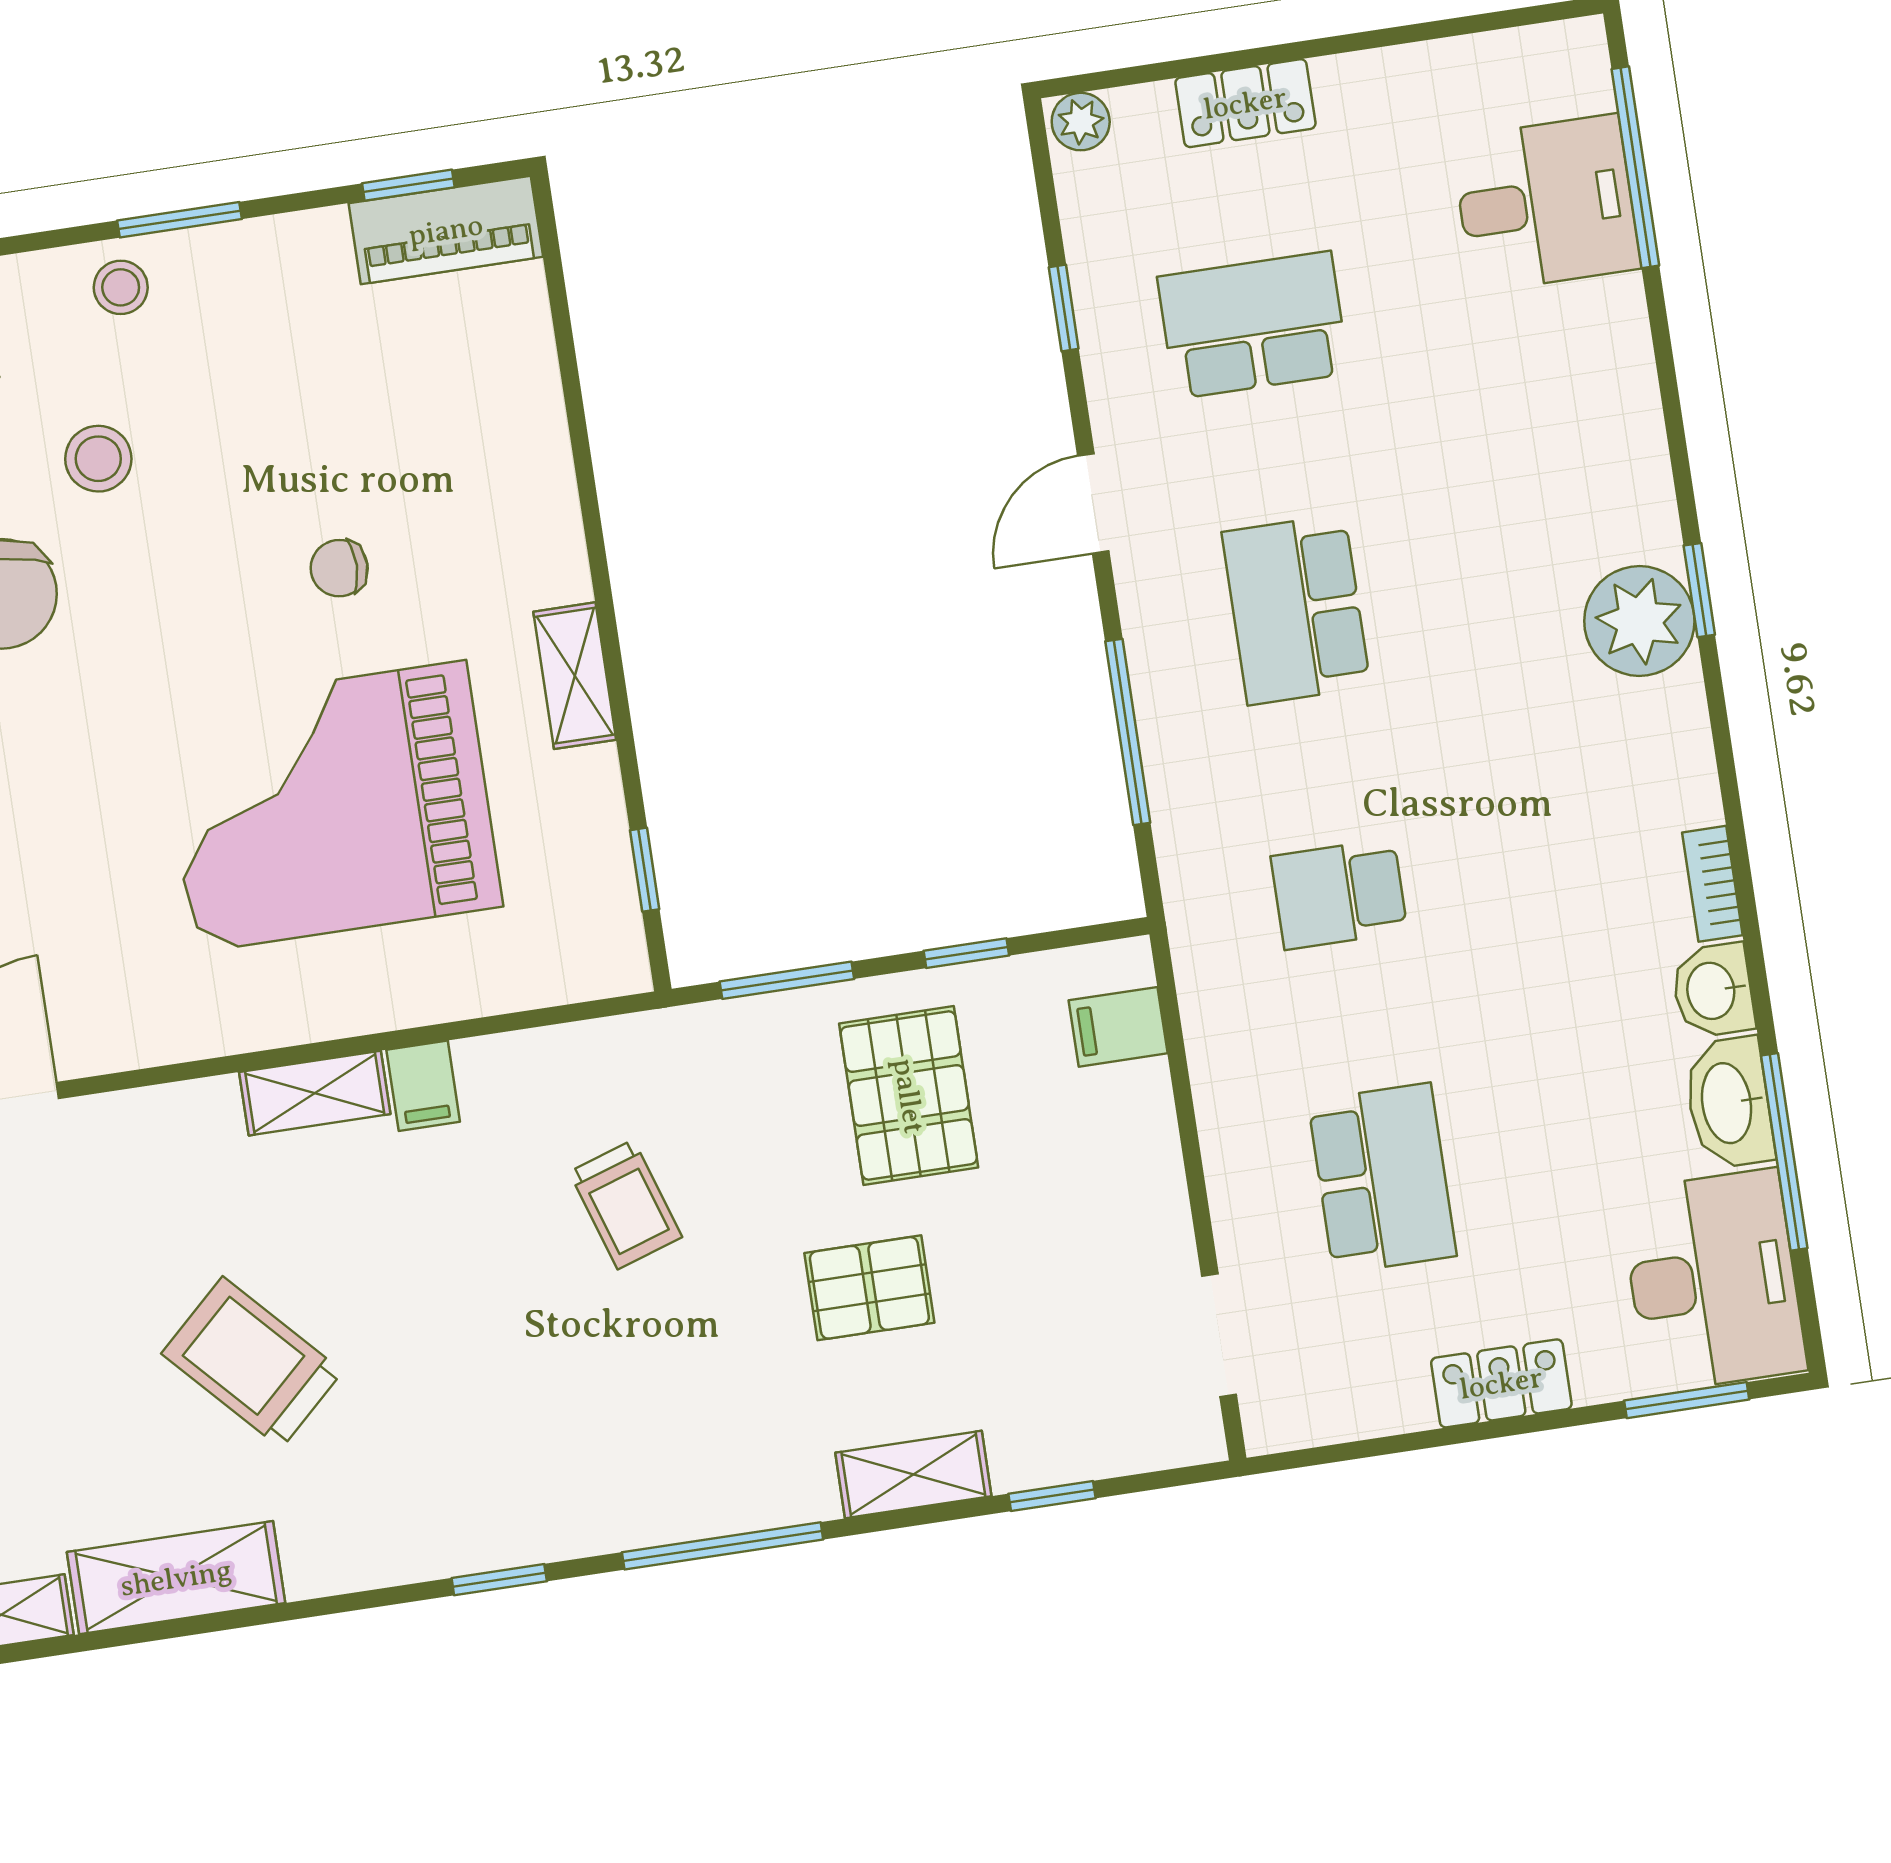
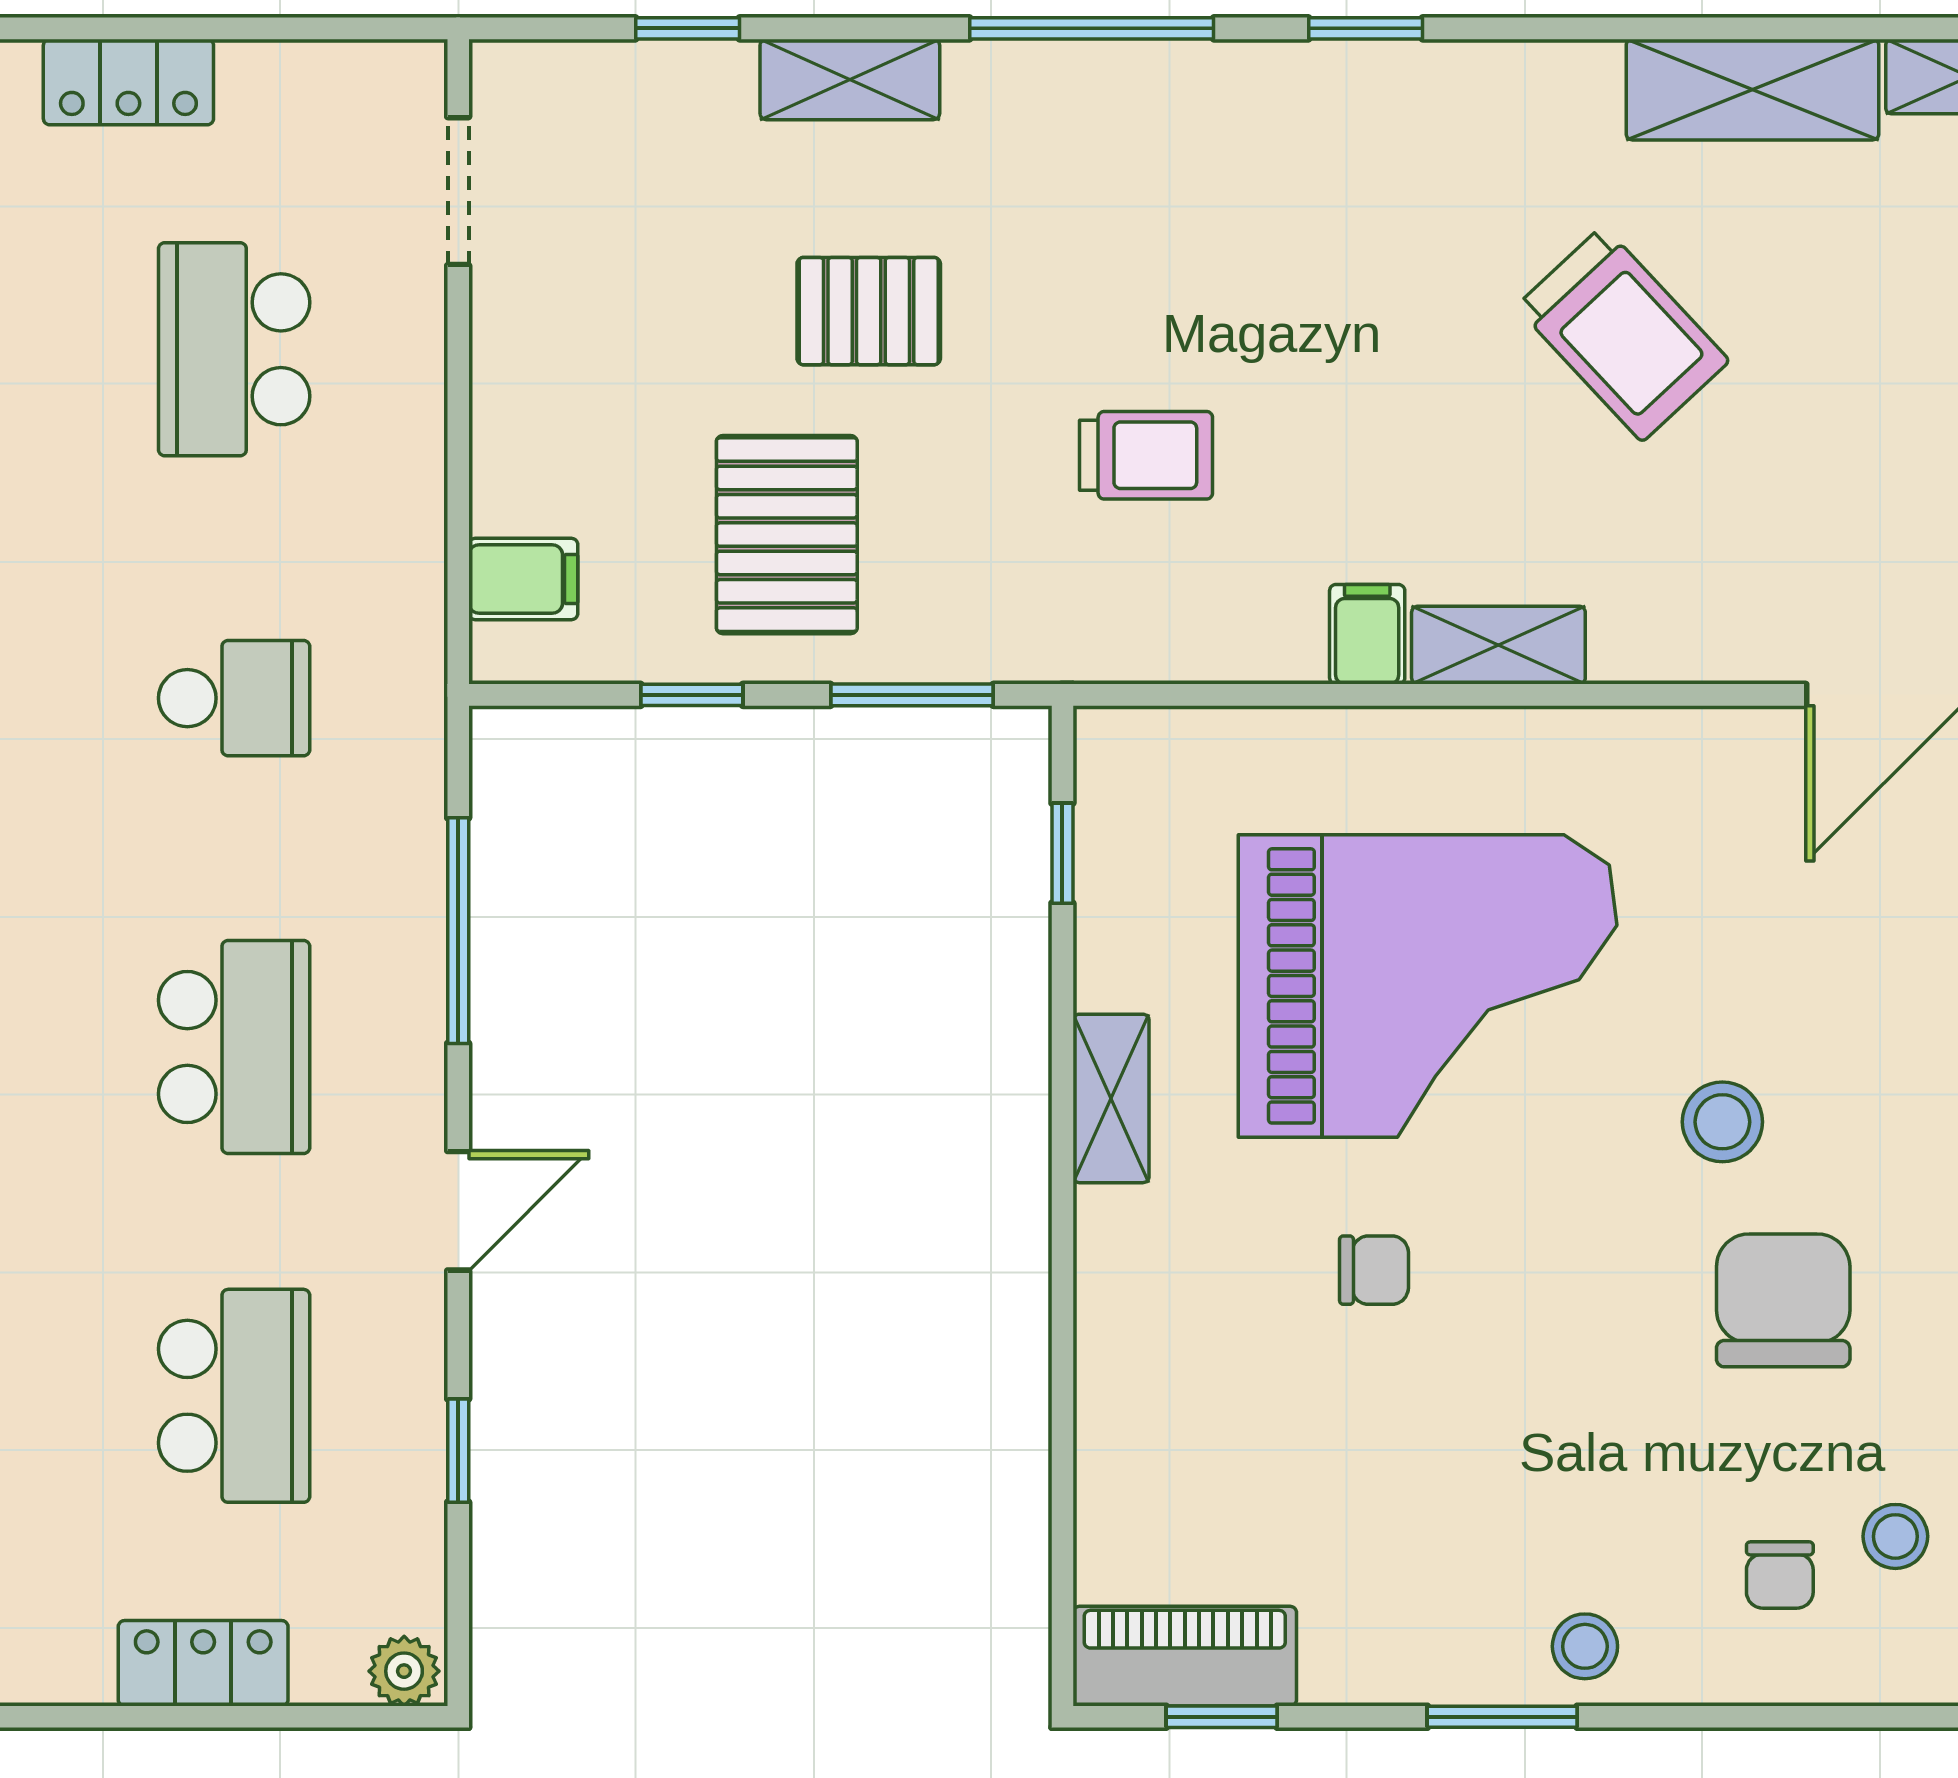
school desk: (1253, 325) -> (234, 1396), turned -90
stool: (98, 459) -> (1722, 1122), moved
trolley: (626, 1204) -> (1146, 455), turned 108

